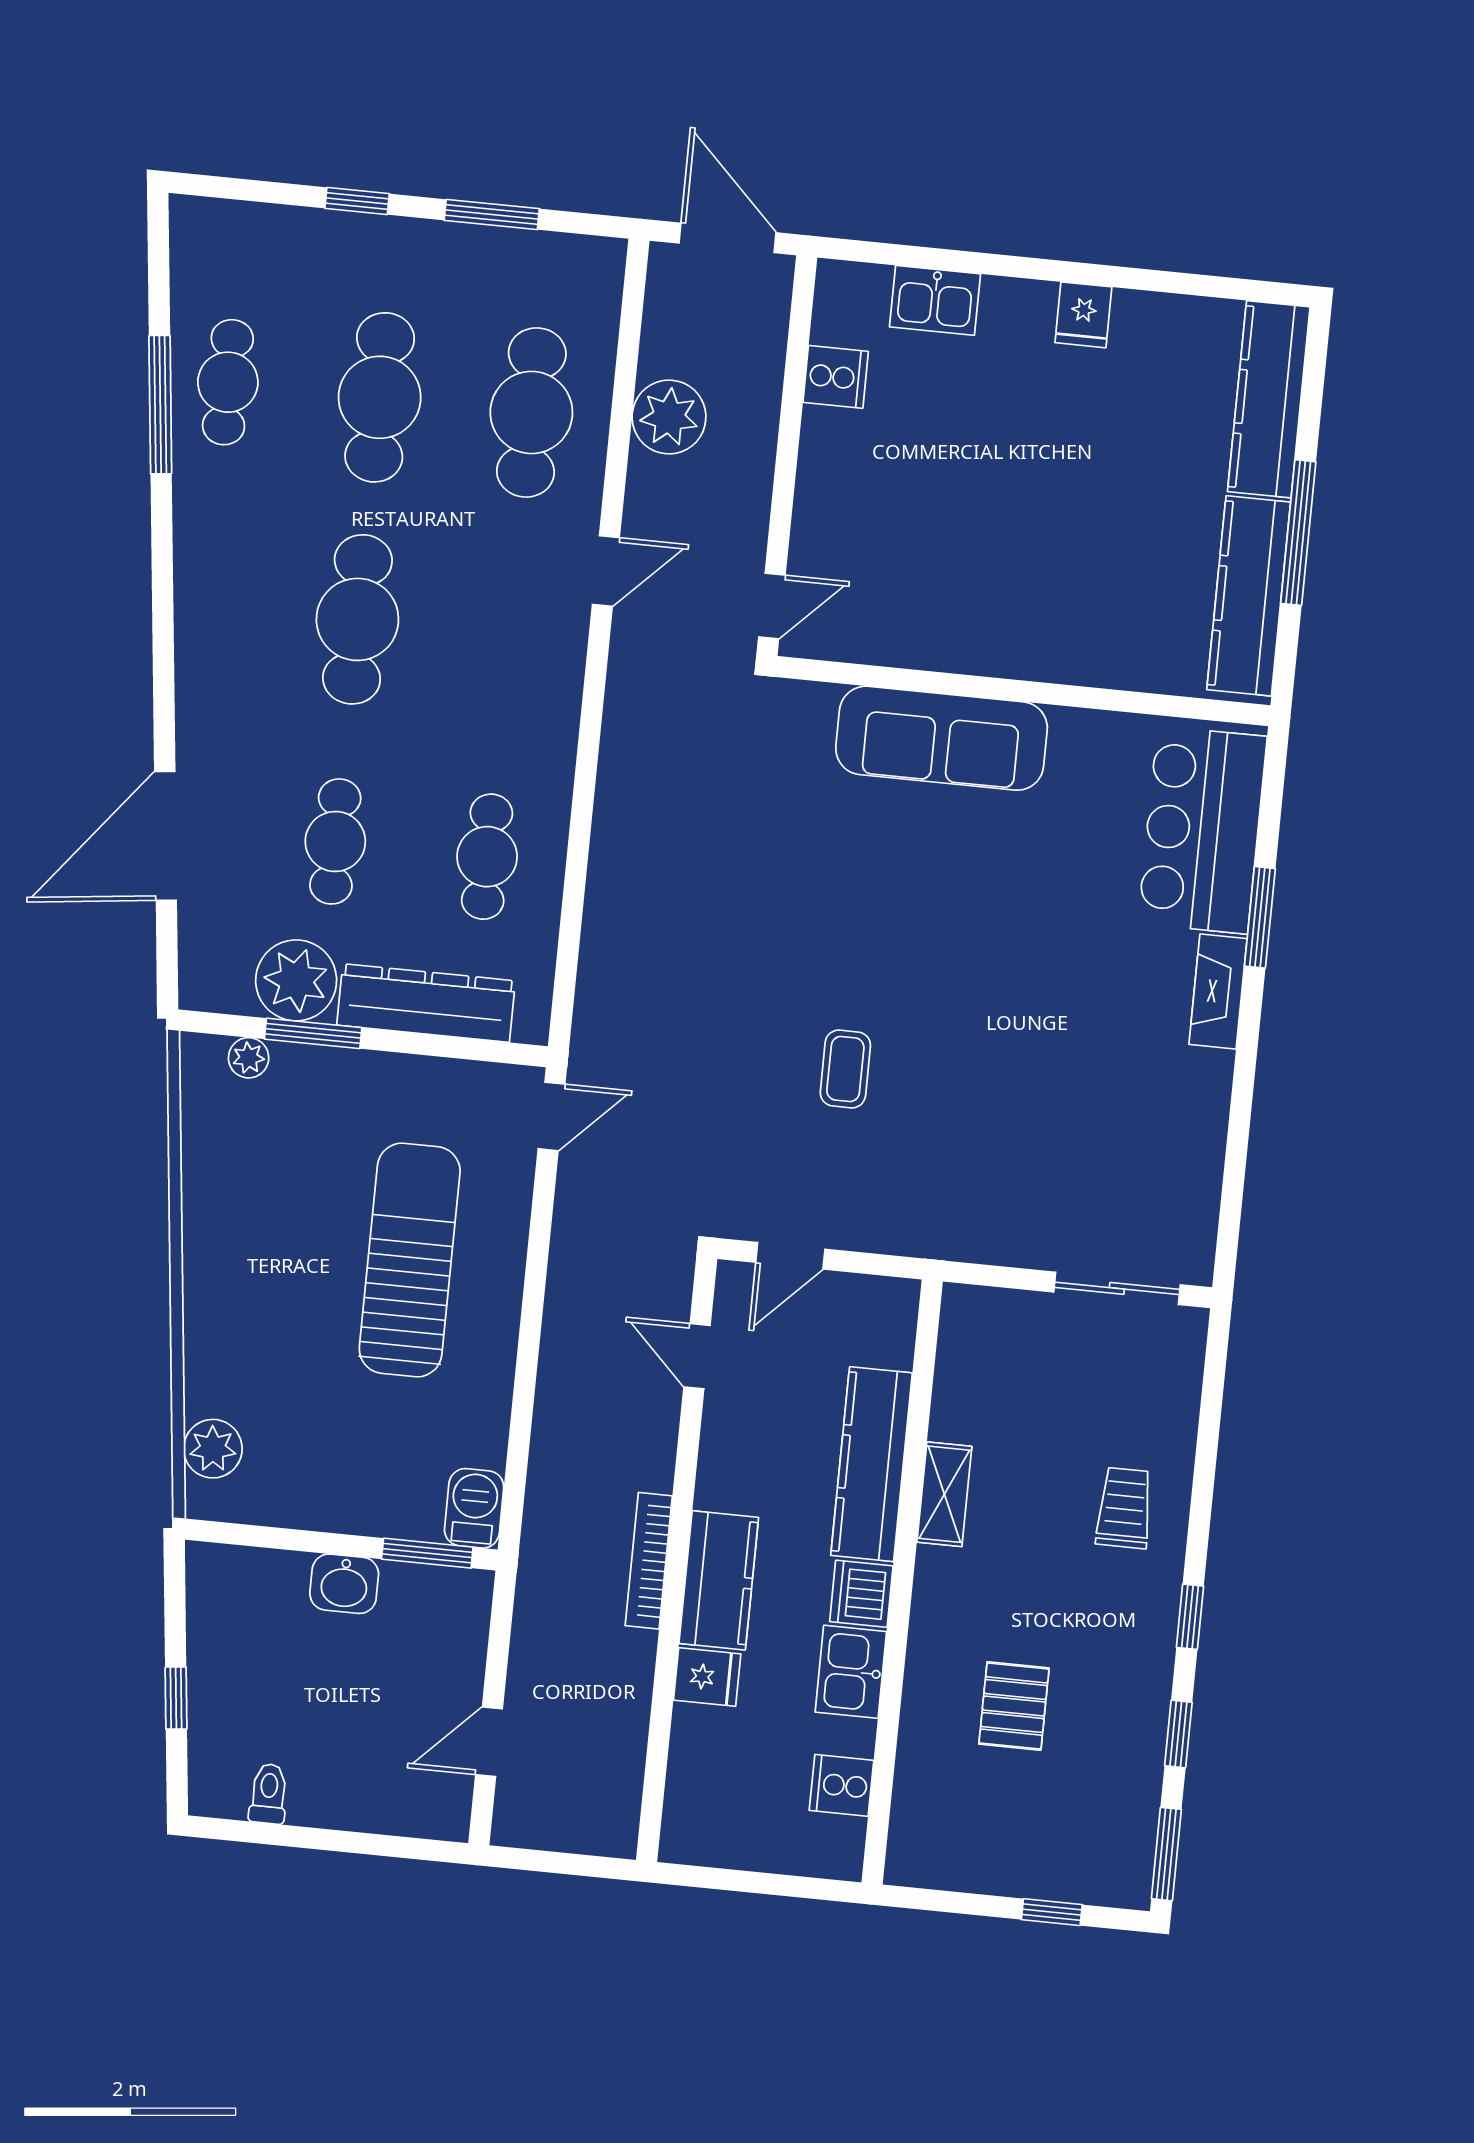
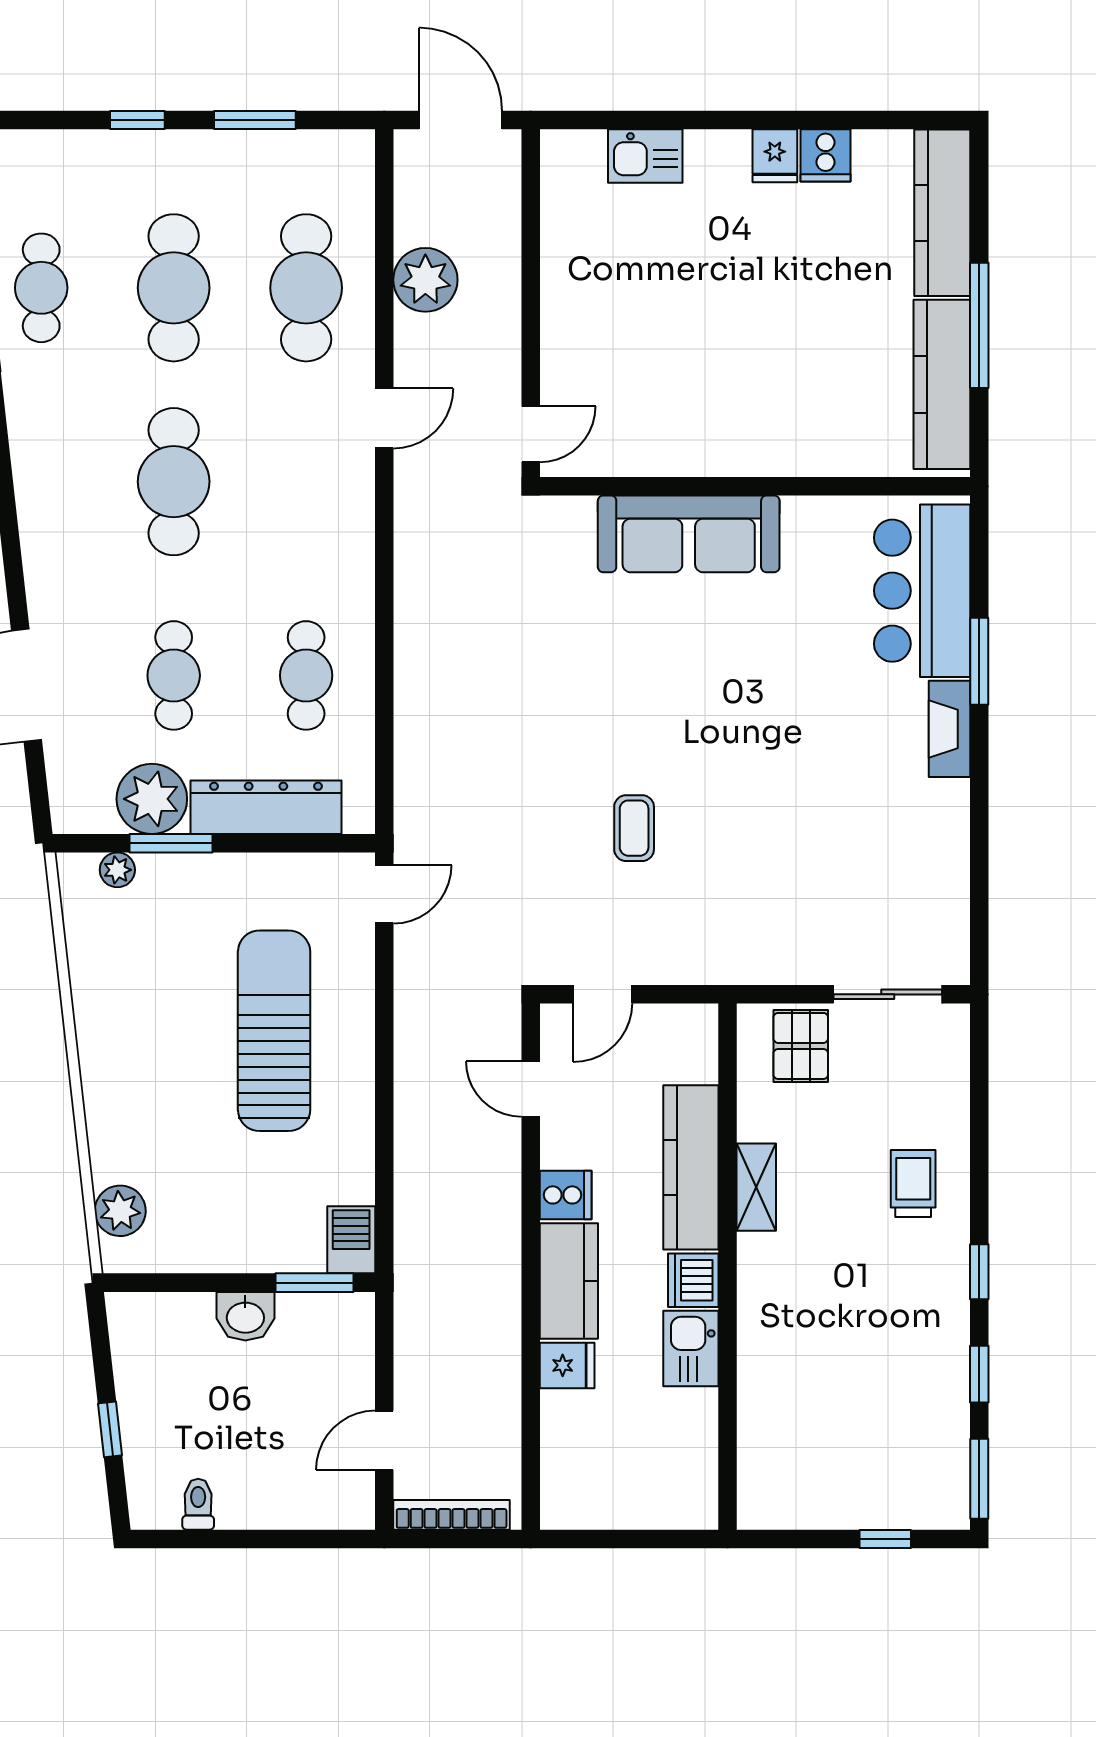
cooker: (836, 377) -> (826, 155), moved, turned 90
bookcase: (649, 1561) -> (452, 1515), moved, turned 90
pallet: (1014, 1706) -> (801, 1046), moved
cooker: (842, 1785) -> (566, 1195), moved, turned 180

